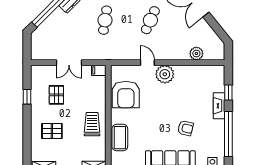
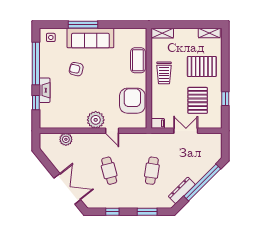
cafe table: (150, 20) -> (109, 171), turned -39
pallet: (56, 95) -> (198, 100), width x1.50, depth x1.42
pallet: (52, 131) -> (202, 66), width x1.50, depth x1.42

